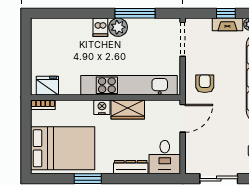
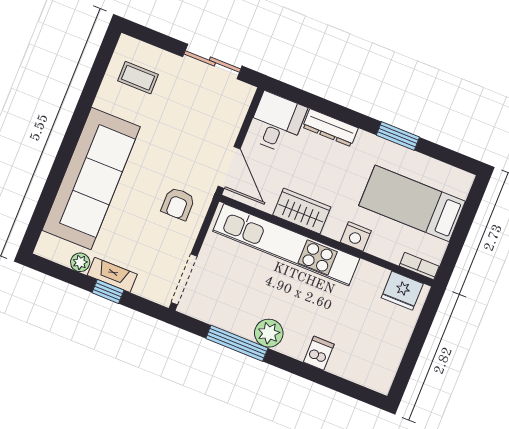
dishwasher: (100, 27) -> (319, 353), moved
nightstand: (102, 107) -> (356, 236), moved
door: (183, 118) -> (229, 167), swing flipped
bed: (63, 148) -> (412, 203), width x0.67

